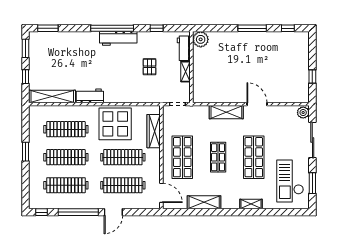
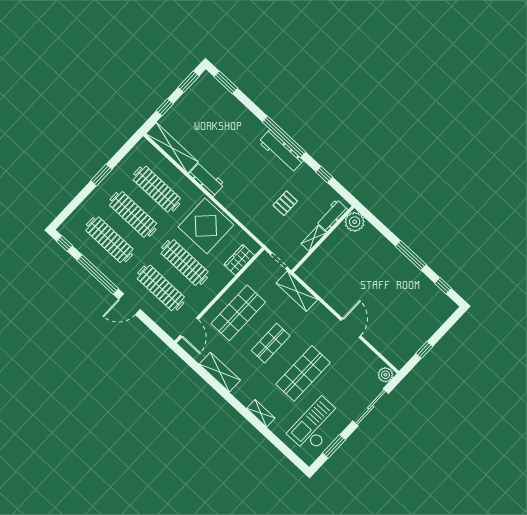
shelving: (226, 112) -> (297, 291), moved
wardrobe: (154, 131) -> (239, 260), width x0.67

